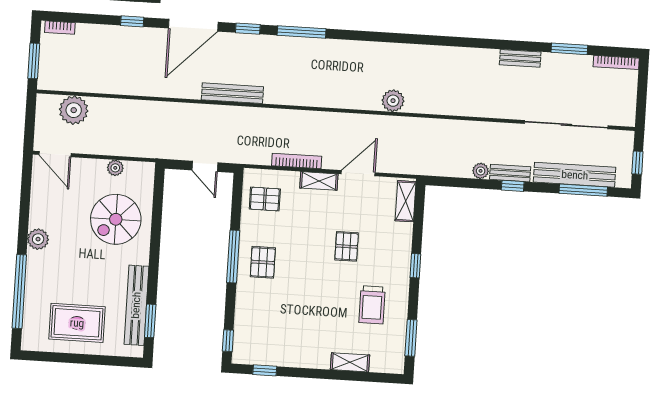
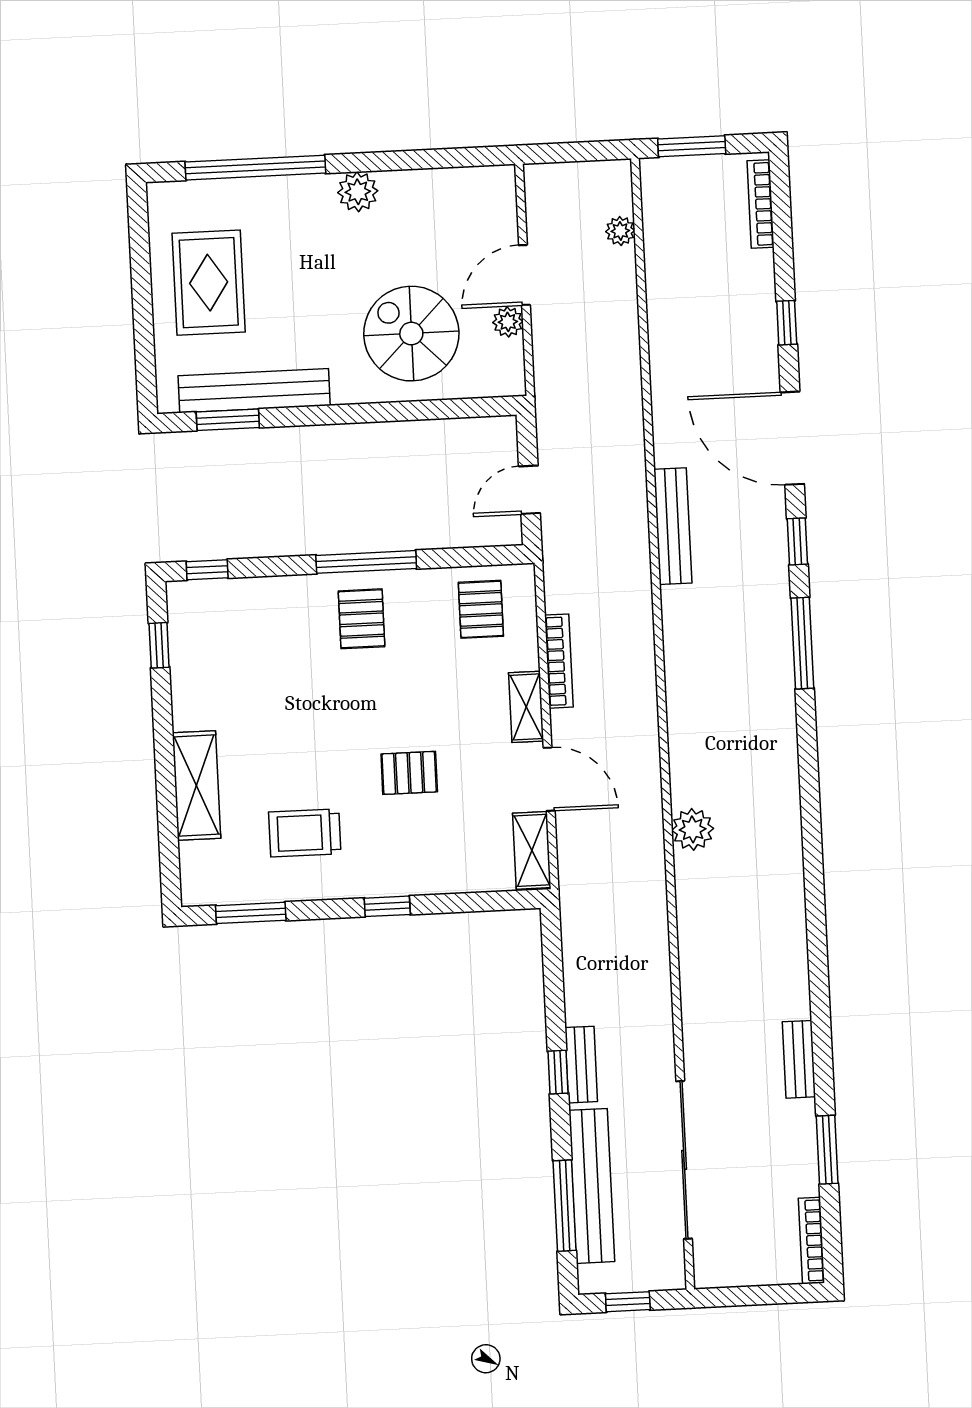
bookcase: (60, 28) -> (761, 204), width x1.56
plant: (74, 110) -> (620, 231), width x0.53, depth x0.53
door: (55, 154) -> (524, 275), moved
plant: (481, 171) -> (579, 1009), removed
shelving: (406, 201) -> (532, 850), moved, turned 90
pallet: (263, 262) -> (362, 619), turned 90
shelving: (350, 362) -> (197, 786), width x1.50, depth x1.33

